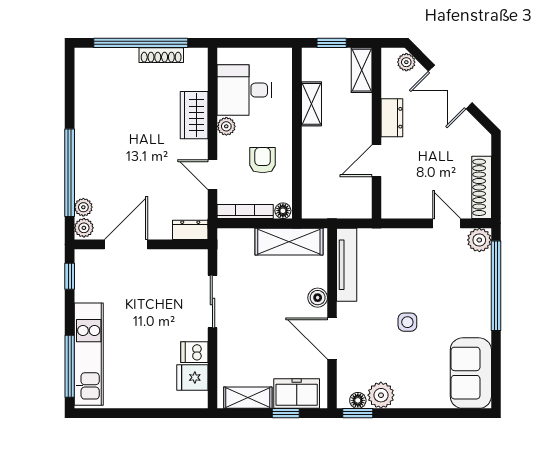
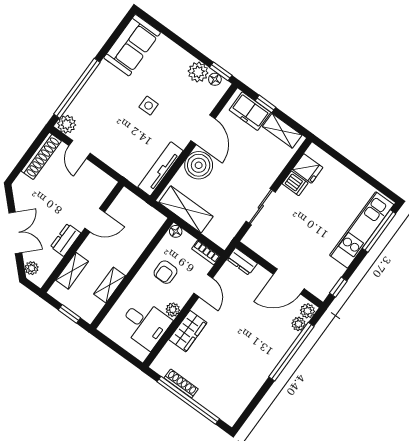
shelving: (362, 70) -> (72, 271), moved
bookcase: (245, 211) -> (206, 253), width x0.64
boiler: (318, 298) -> (199, 165), width x1.86, depth x1.86

